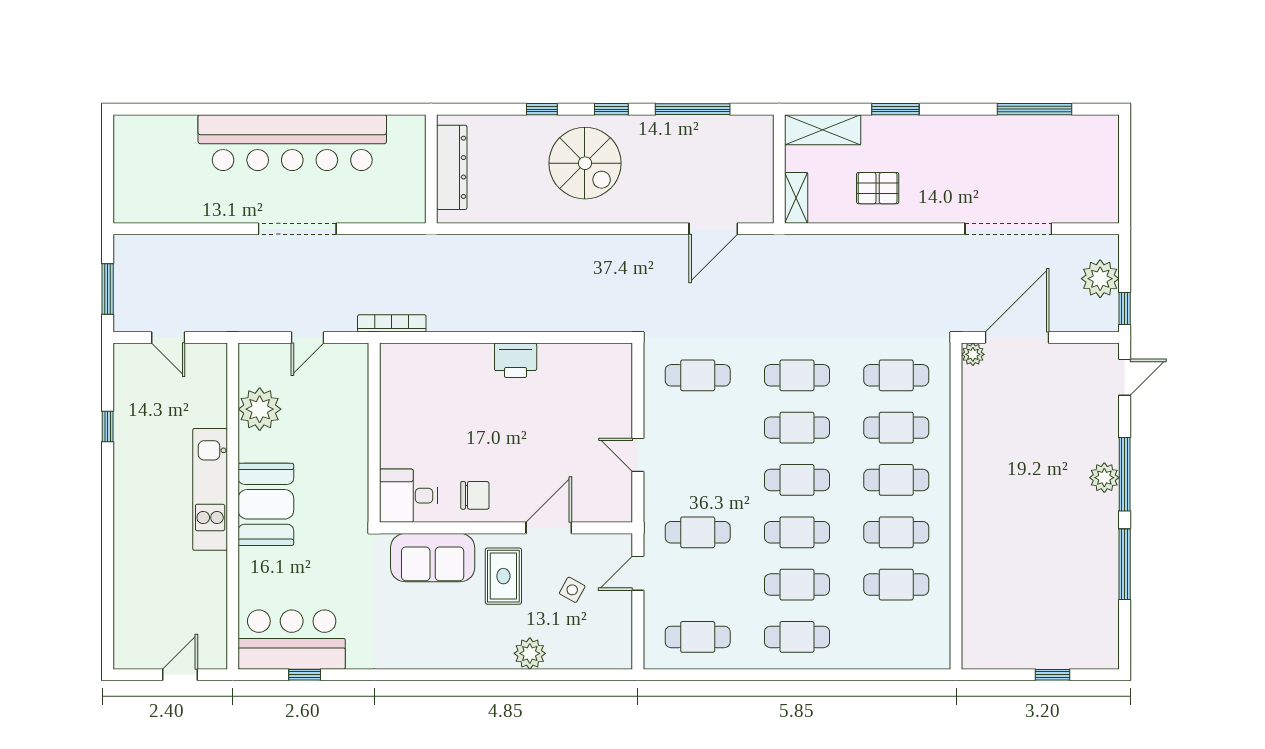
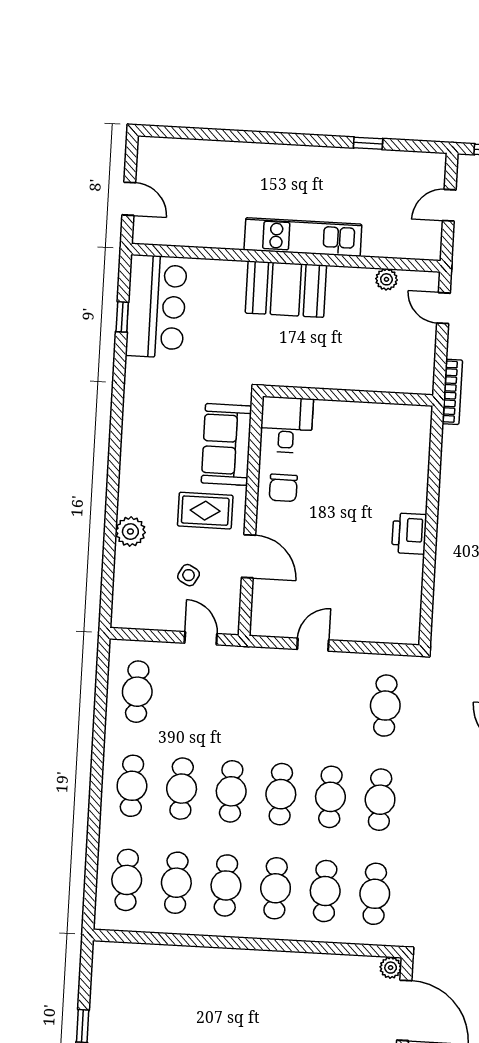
bookcase: (392, 323) -> (452, 392), moved
door: (307, 338) -> (443, 308), moved
plant: (260, 409) -> (386, 279), width x0.53, depth x0.53
cafe table: (698, 532) -> (127, 880), moved

